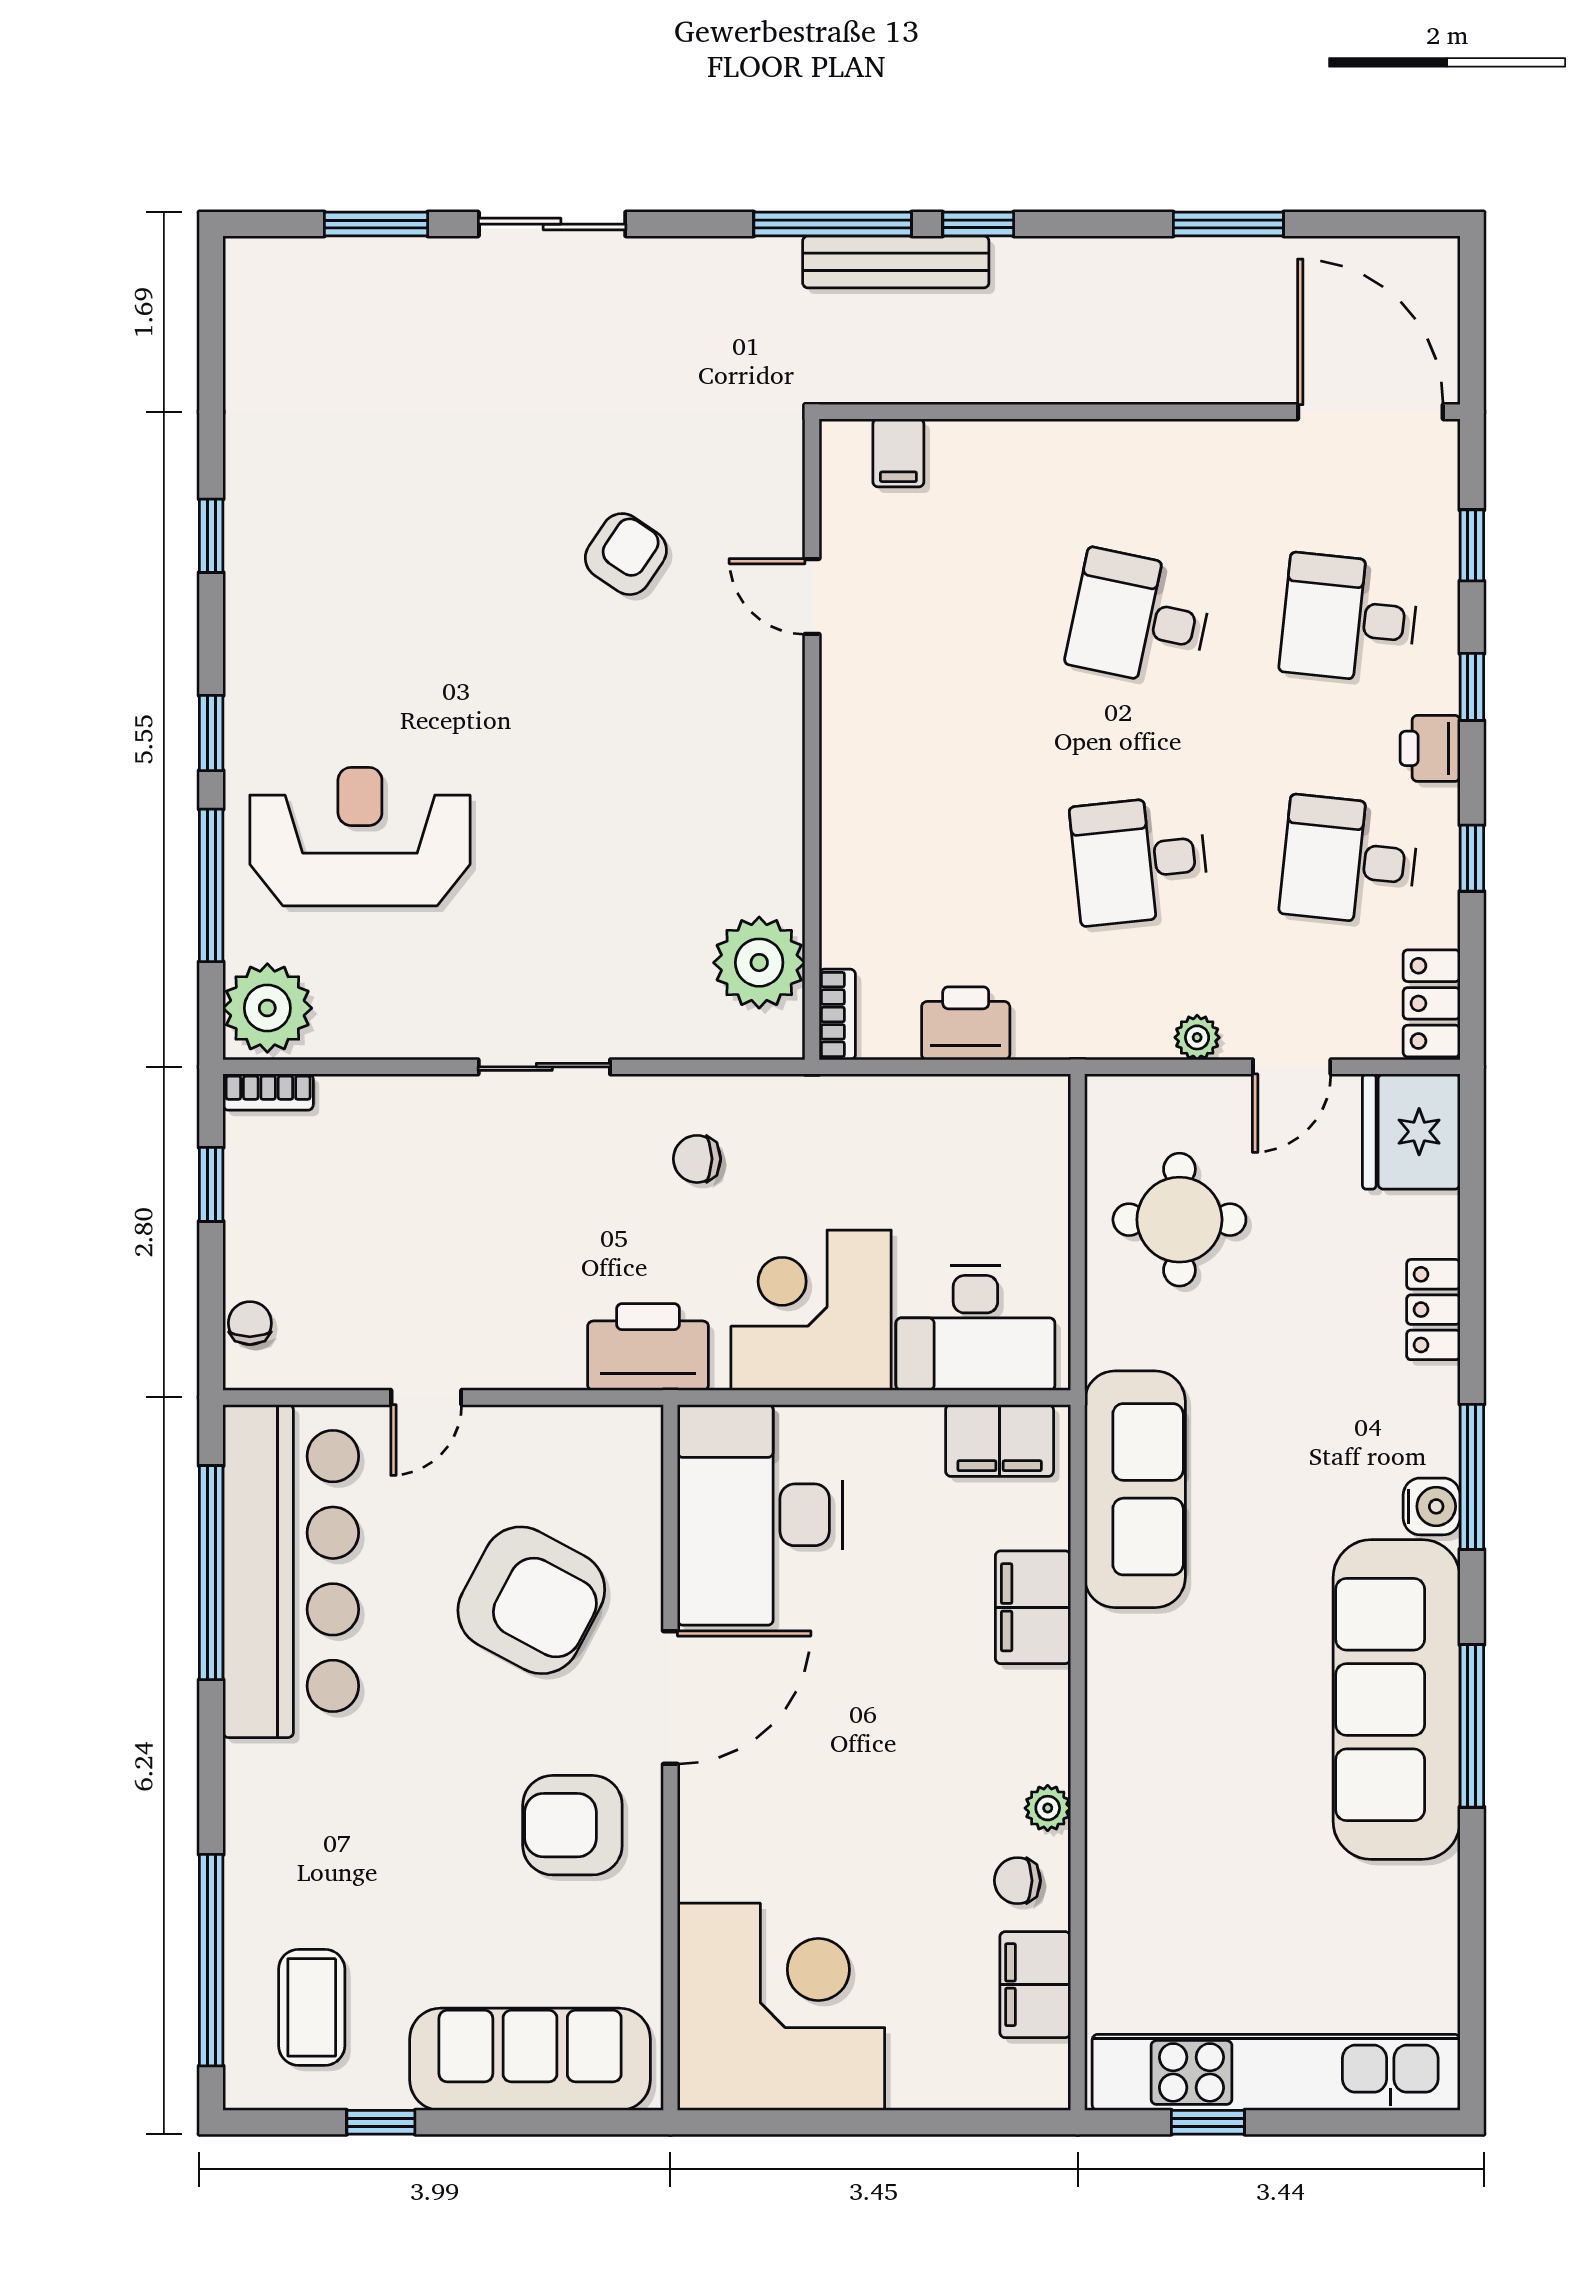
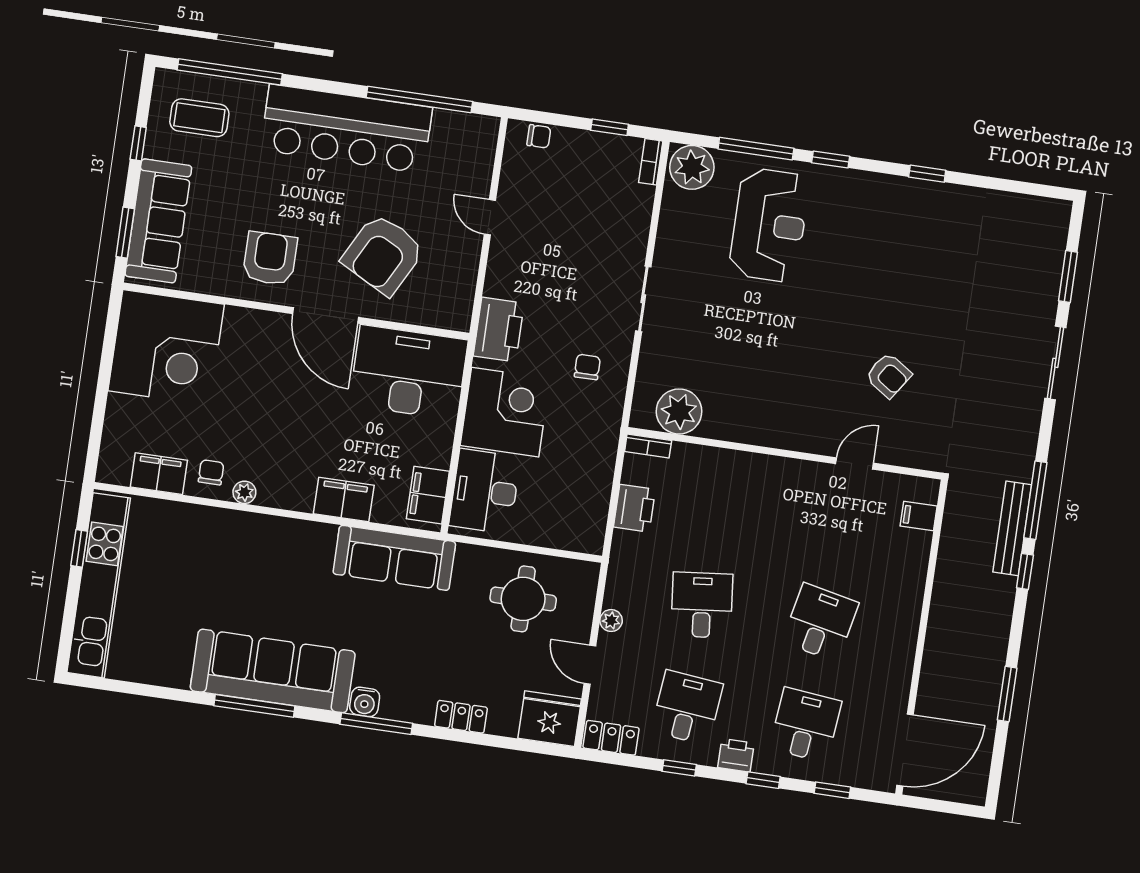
bar counter: (291, 1571) -> (346, 129), moved
window: (563, 2122) -> (125, 233), added

